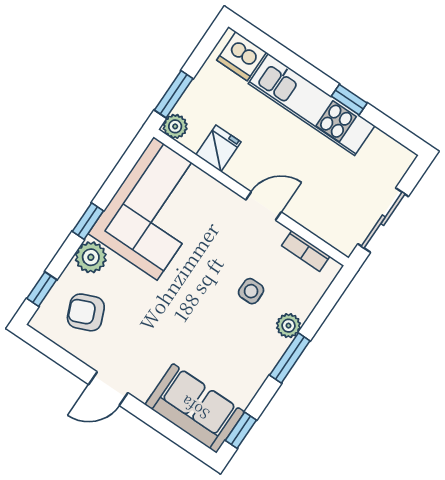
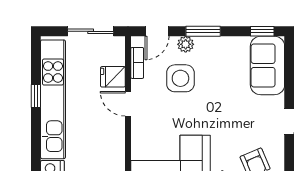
kitchen unit: (312, 105) -> (53, 99), width x1.36
fridge: (218, 148) -> (113, 77), moved
side table: (251, 291) -> (180, 78), width x1.87, depth x1.87
door: (328, 301) -> (157, 31), added

